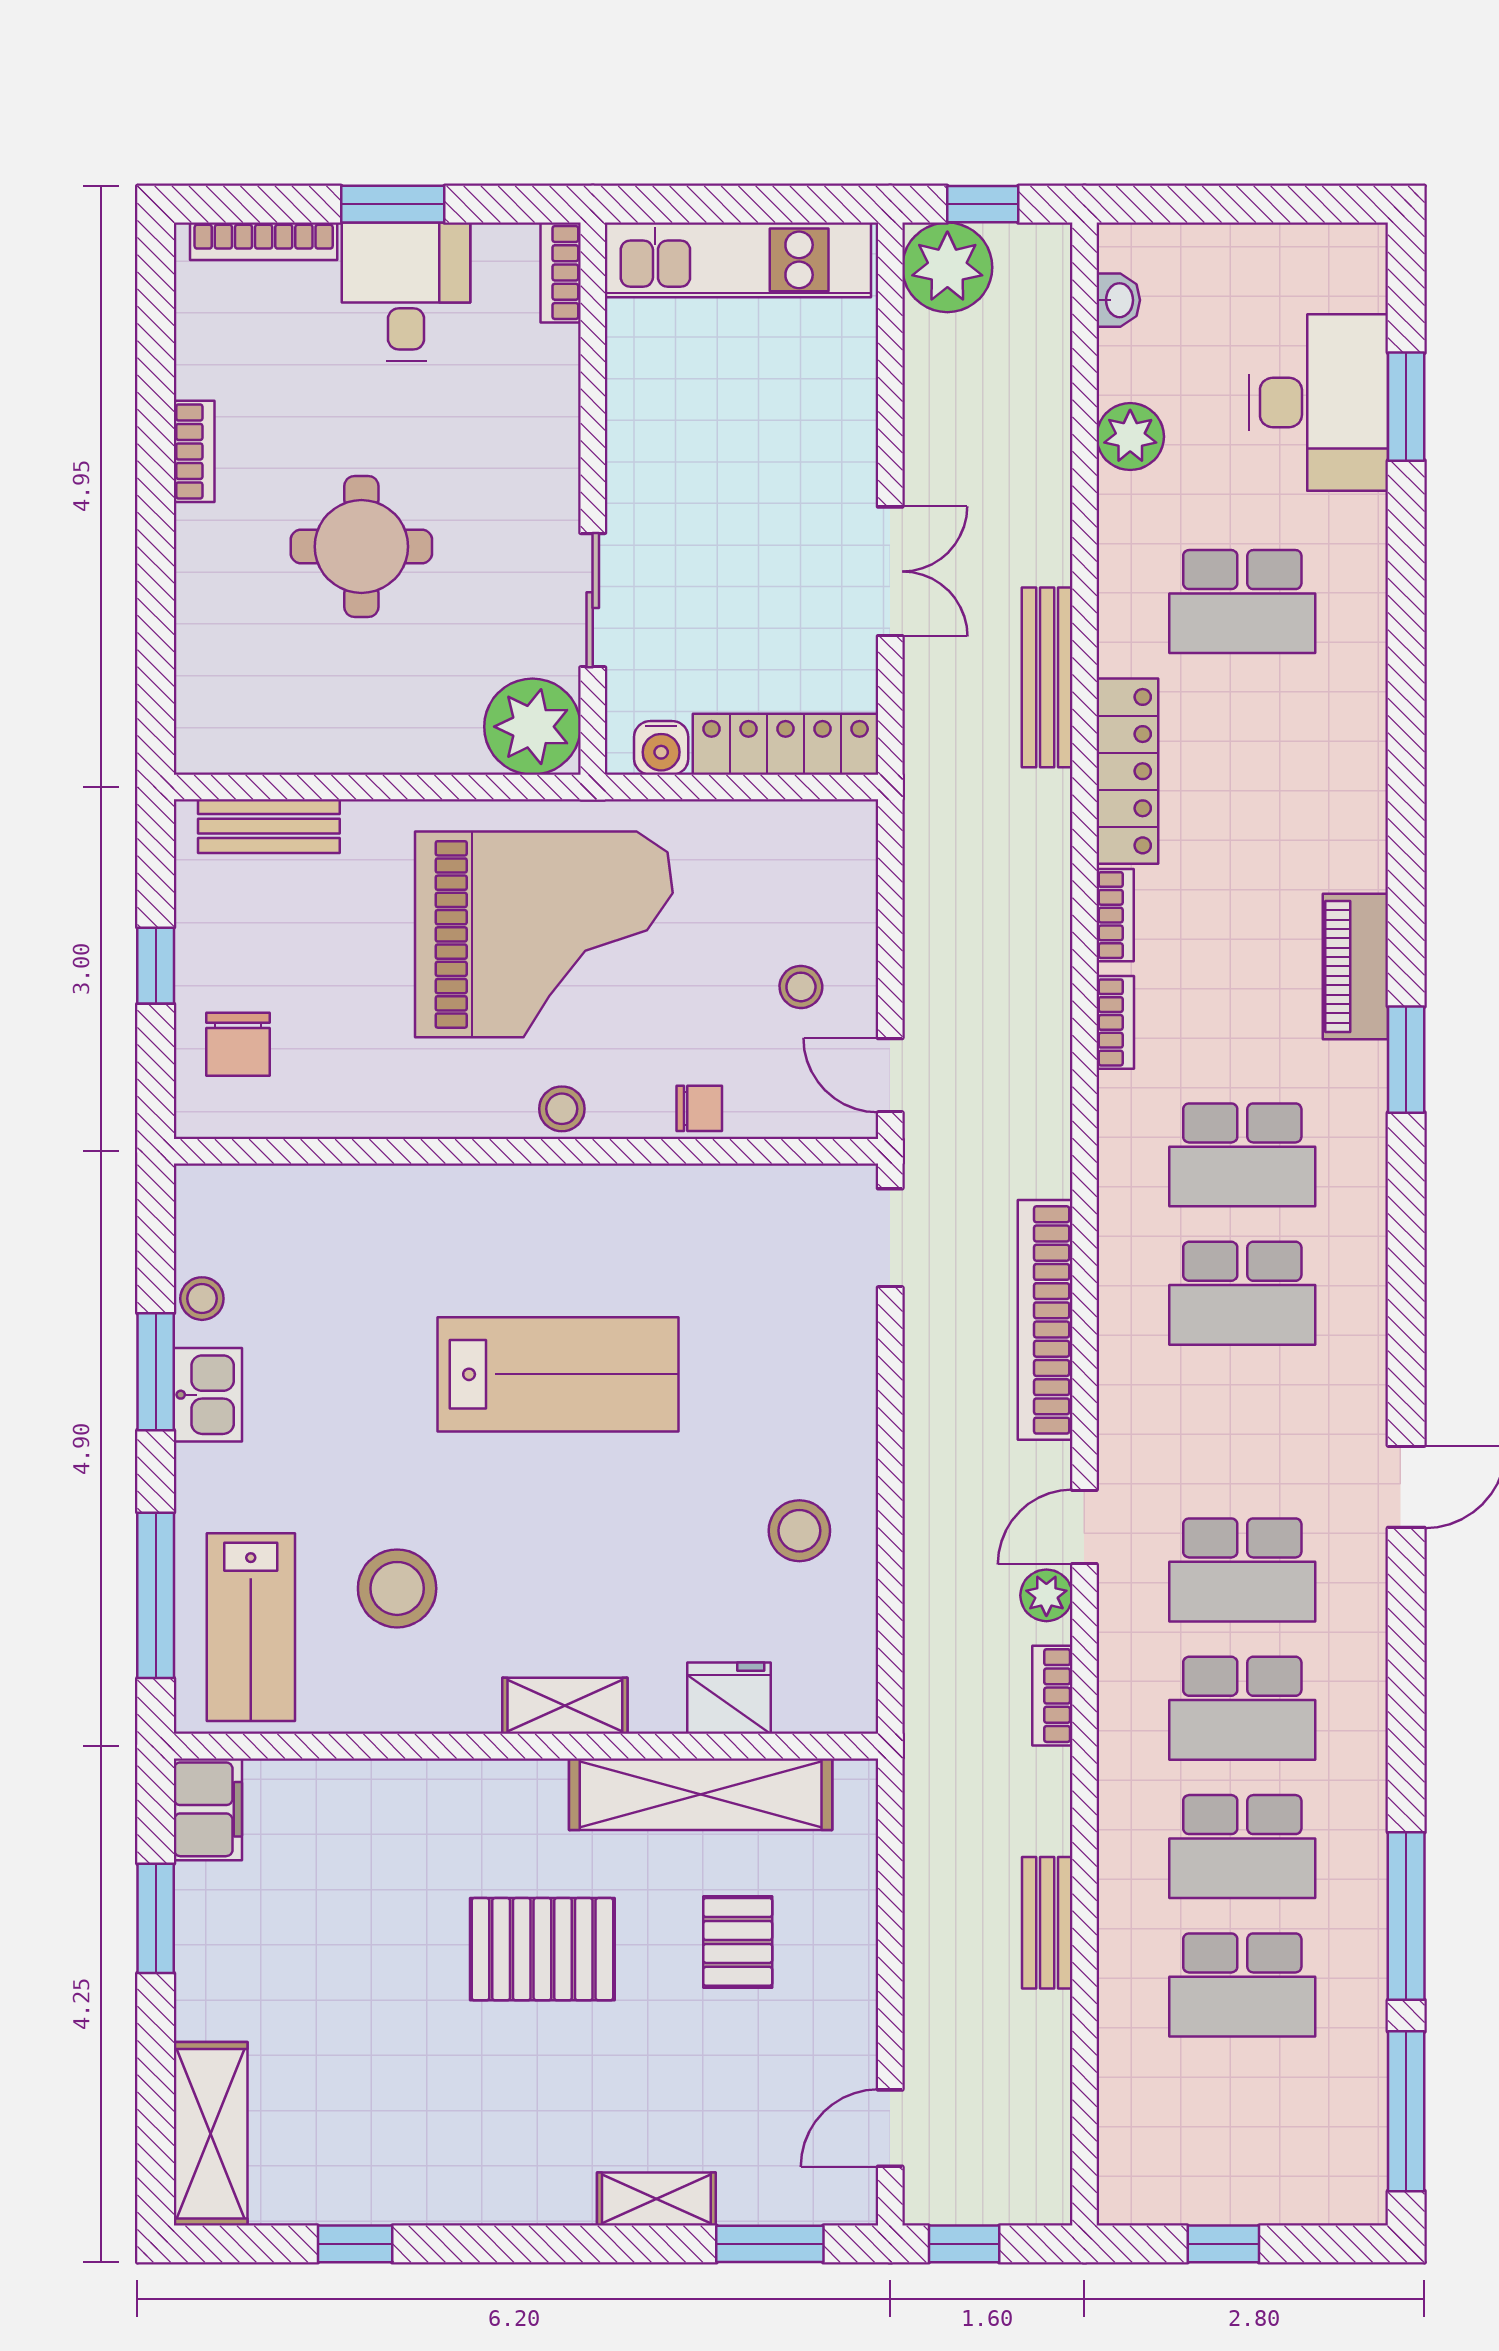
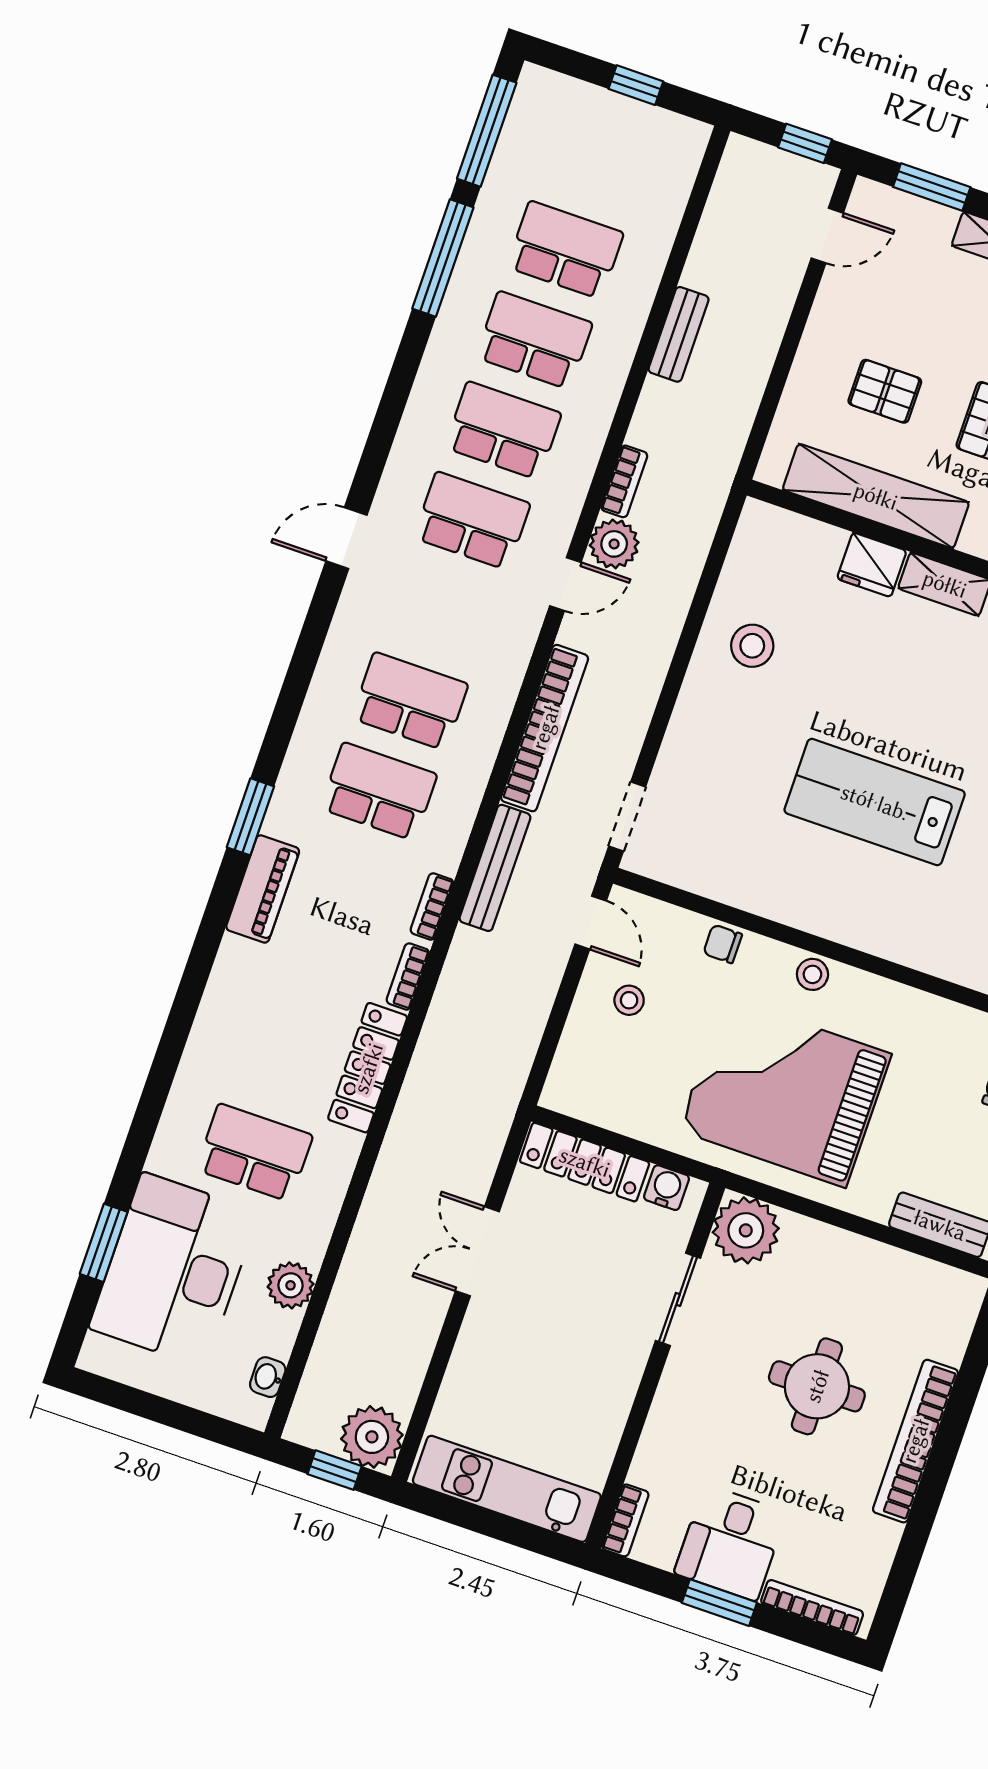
desk: (1318, 402) -> (174, 1270), width x1.36, depth x1.30
bookcase: (194, 451) -> (915, 1441), width x2.31, depth x1.31
bench: (1047, 677) -> (495, 868), moved
plant: (1046, 1595) -> (614, 544), width x1.38, depth x1.38
fridge: (729, 1698) -> (872, 565), moved
pallet: (738, 1942) -> (885, 391), turned 90

